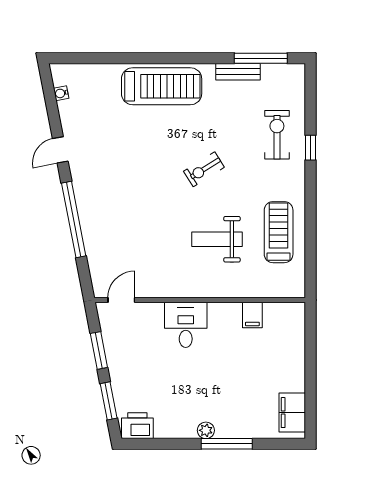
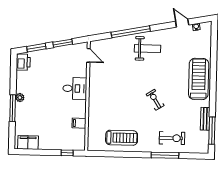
treadmill: (162, 86) -> (199, 79), turned 180
window: (310, 148) -> (165, 155), width x2.17
door: (60, 150) -> (182, 23), moved
weight bench: (217, 239) -> (147, 49), moved, turned 90
window: (310, 337) -> (67, 153), added

